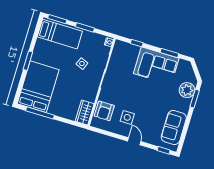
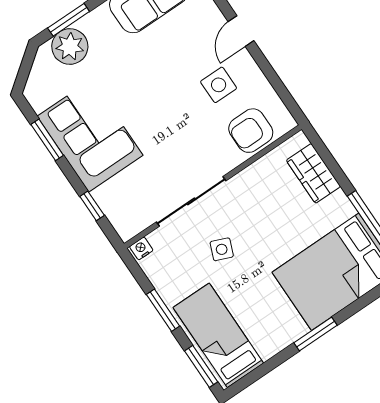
armchair: (104, 111) -> (251, 131), turned 180
wardrobe: (85, 112) -> (313, 173), moved, turned 90

